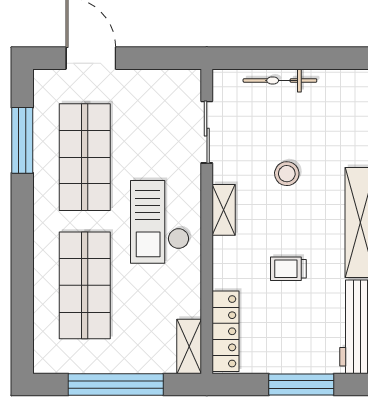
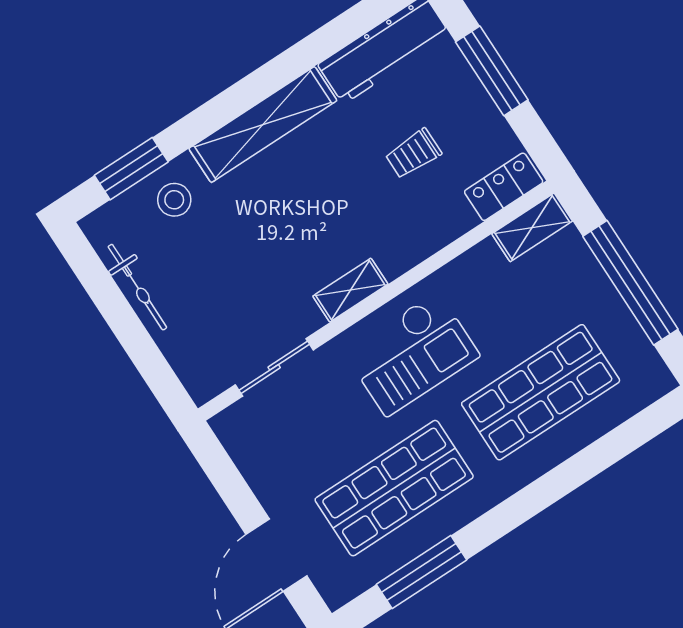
bicycle: (280, 80) -> (137, 287), moved
stool: (287, 174) -> (174, 200), moved
trolley: (288, 269) -> (413, 154), moved, turned 90
locker: (225, 331) -> (504, 187), width x0.66

